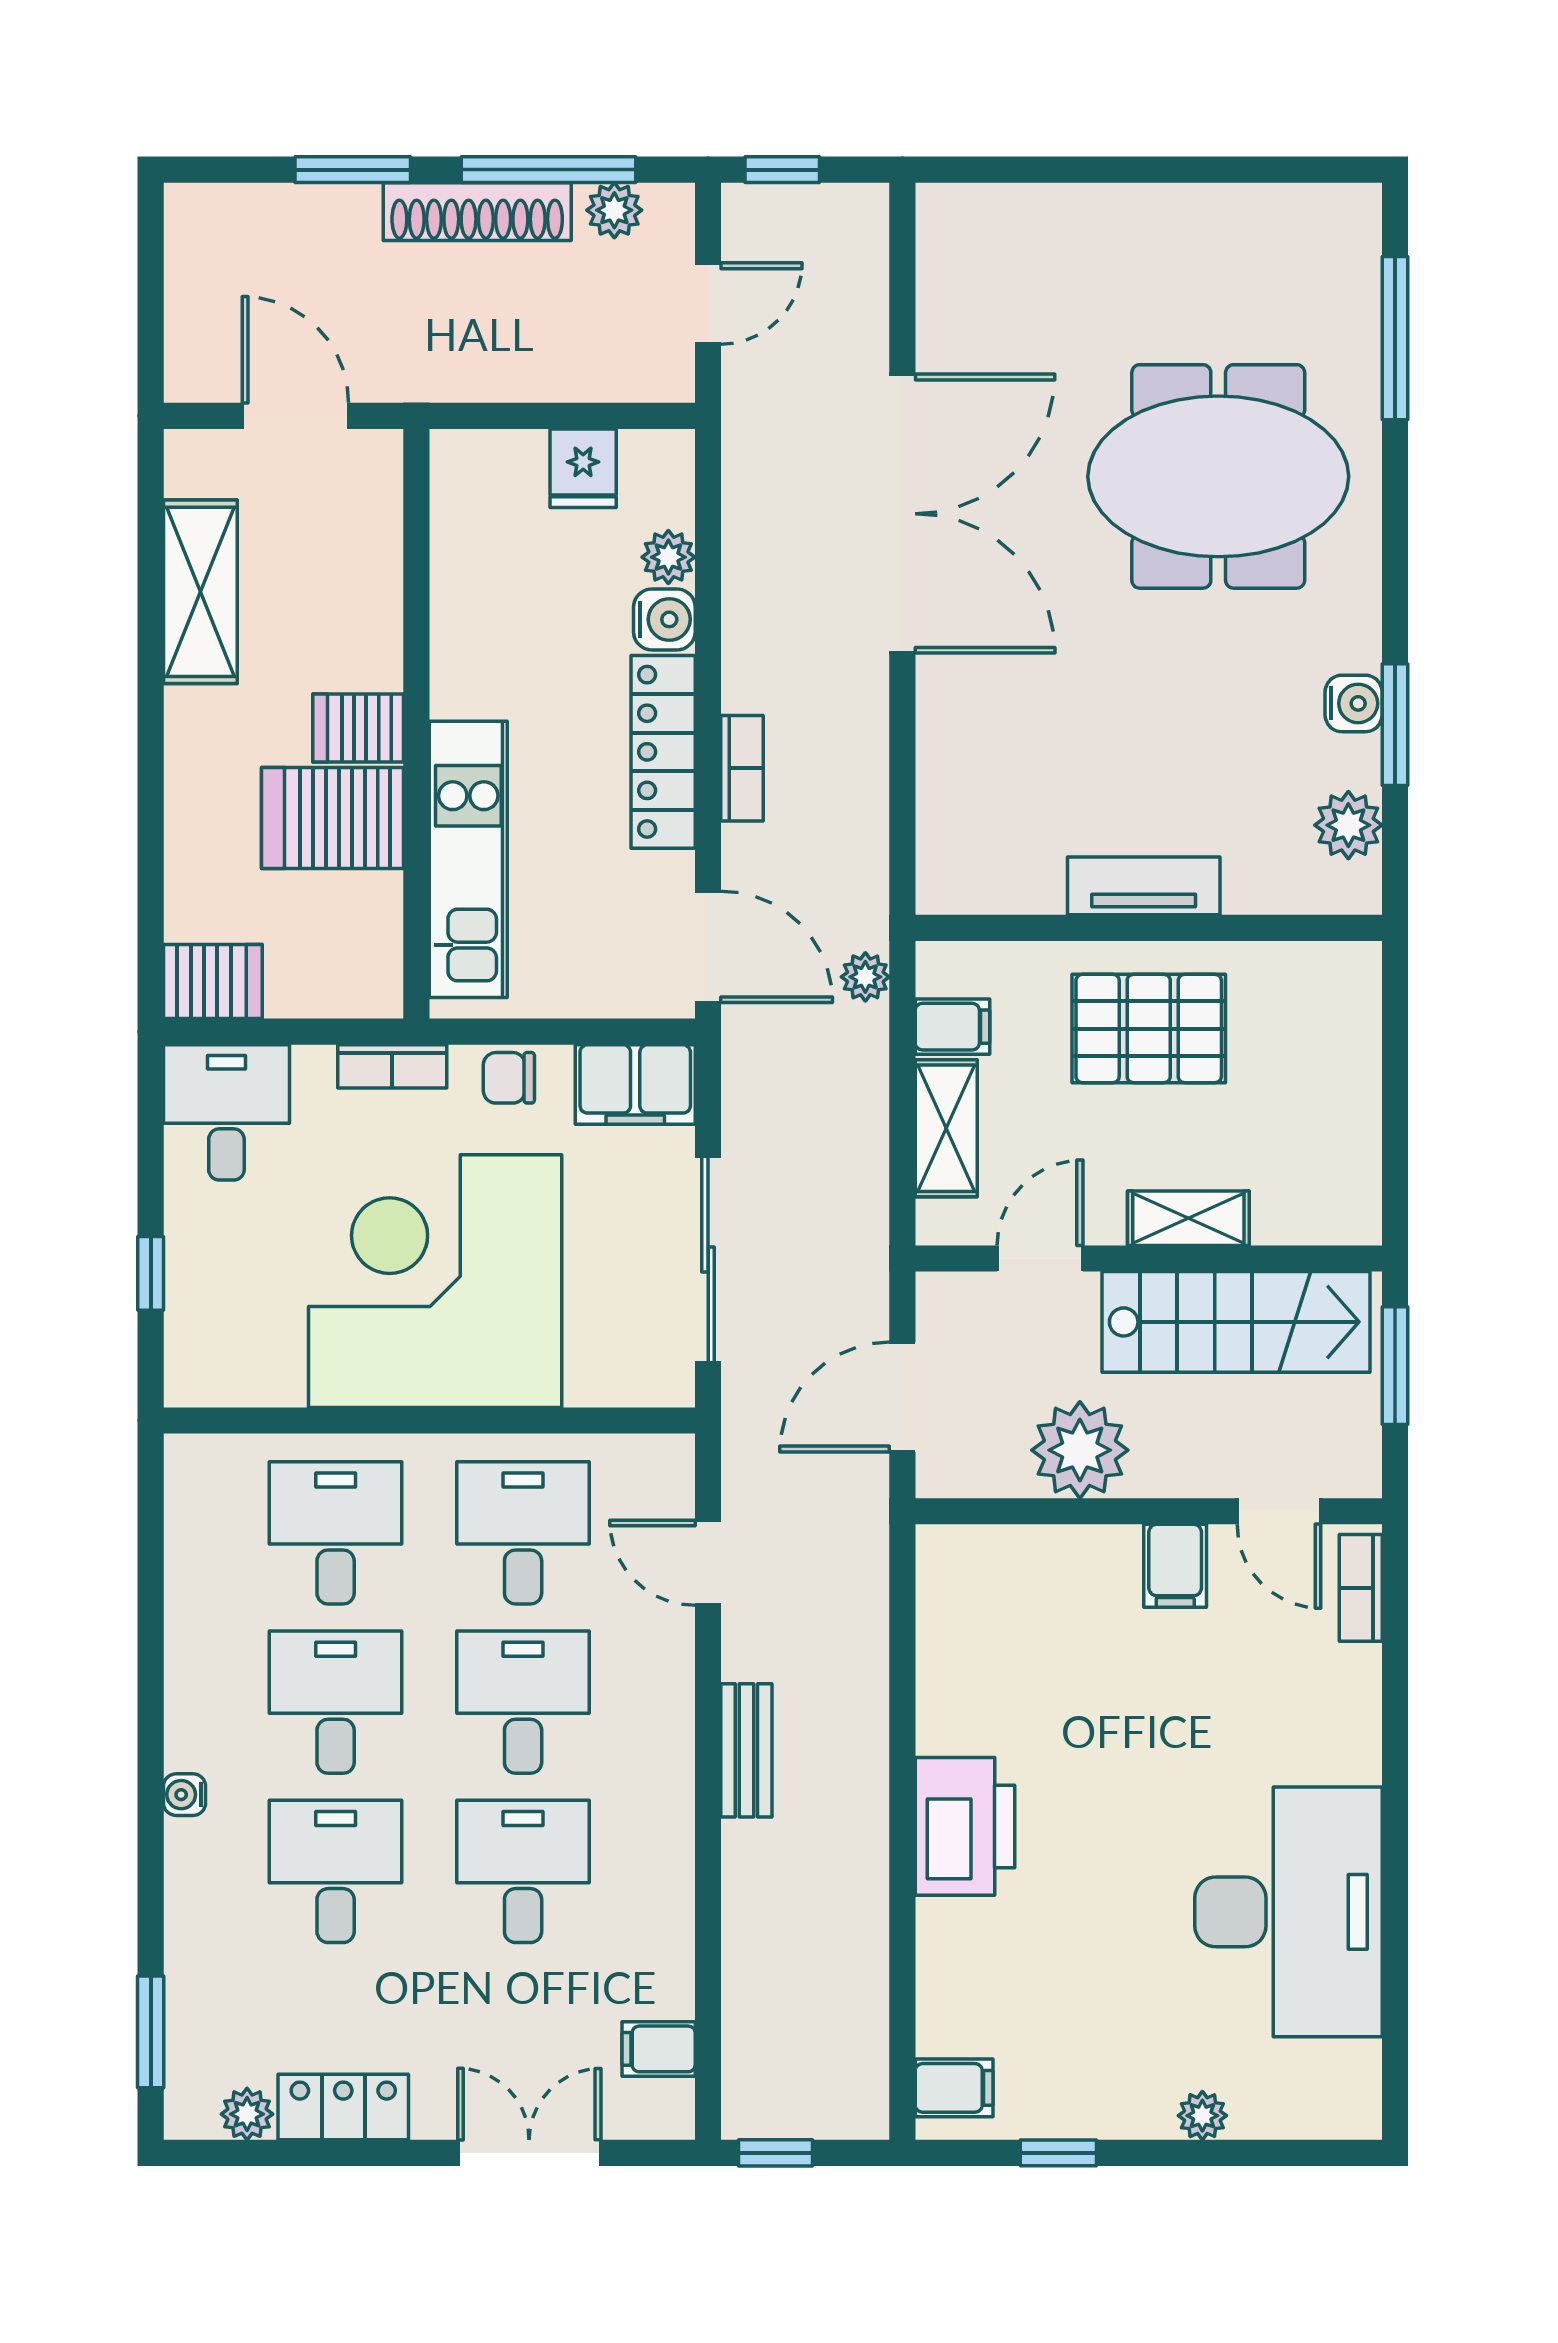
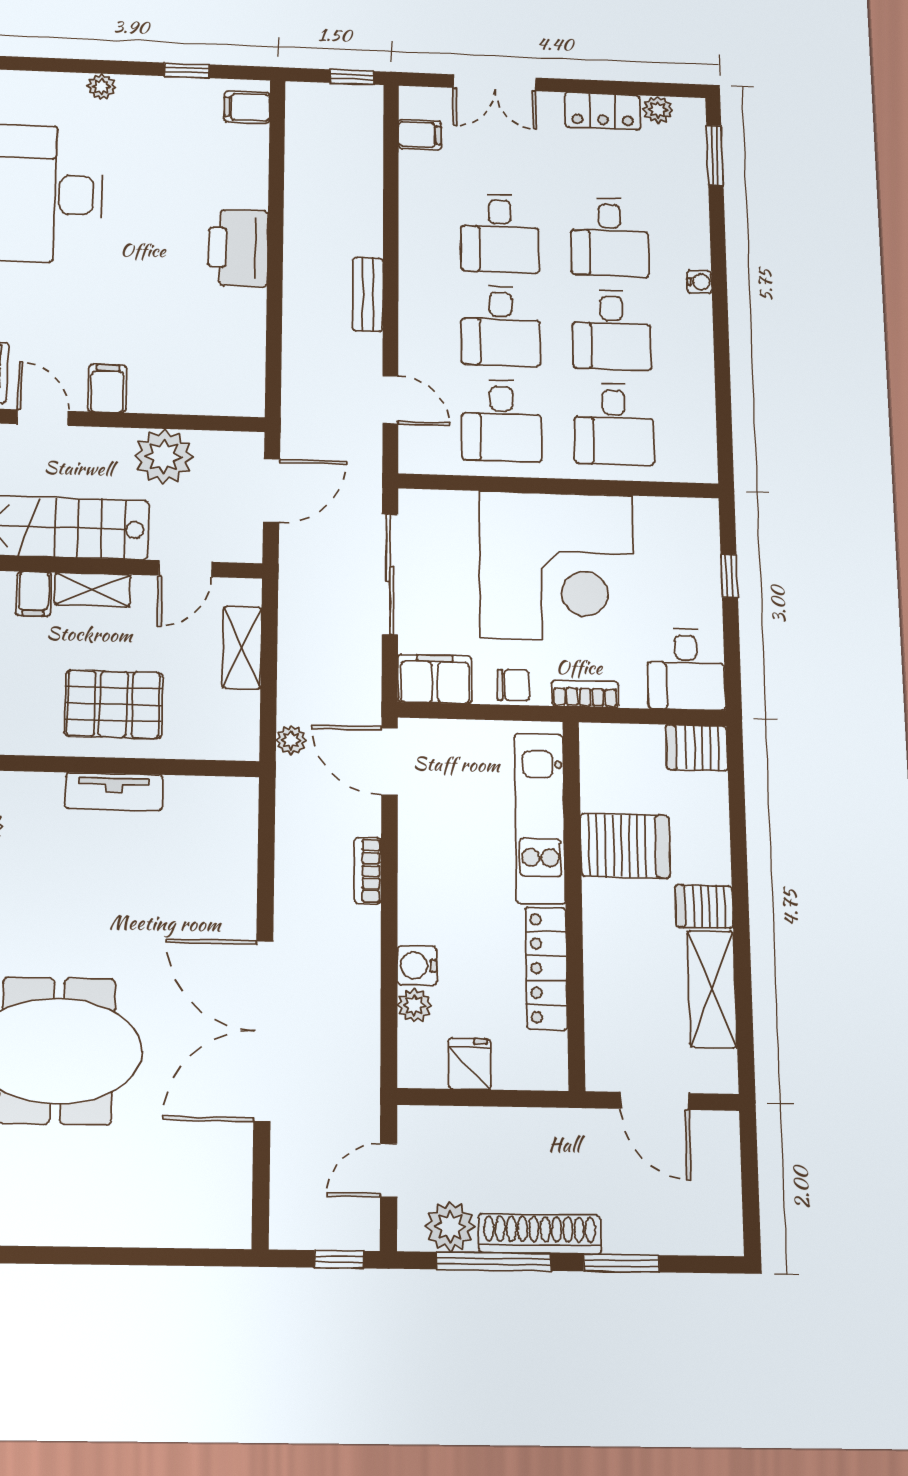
plant: (614, 210) -> (450, 1227), width x1.38, depth x1.38
server rack: (358, 728) -> (704, 906), moved, turned 180
locker: (663, 752) -> (546, 968), moved, turned 180
filing cabinet: (953, 1027) -> (34, 594), moved, turned -90

